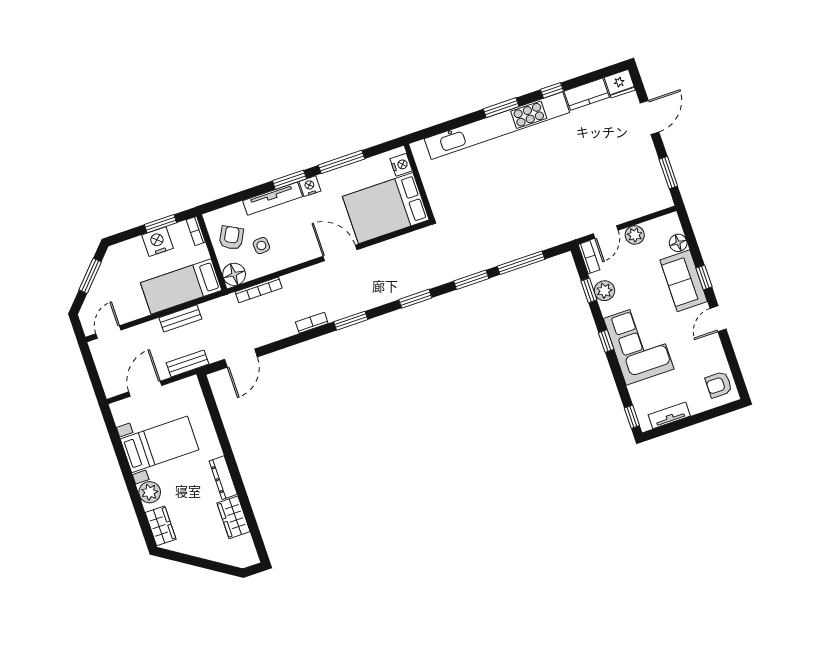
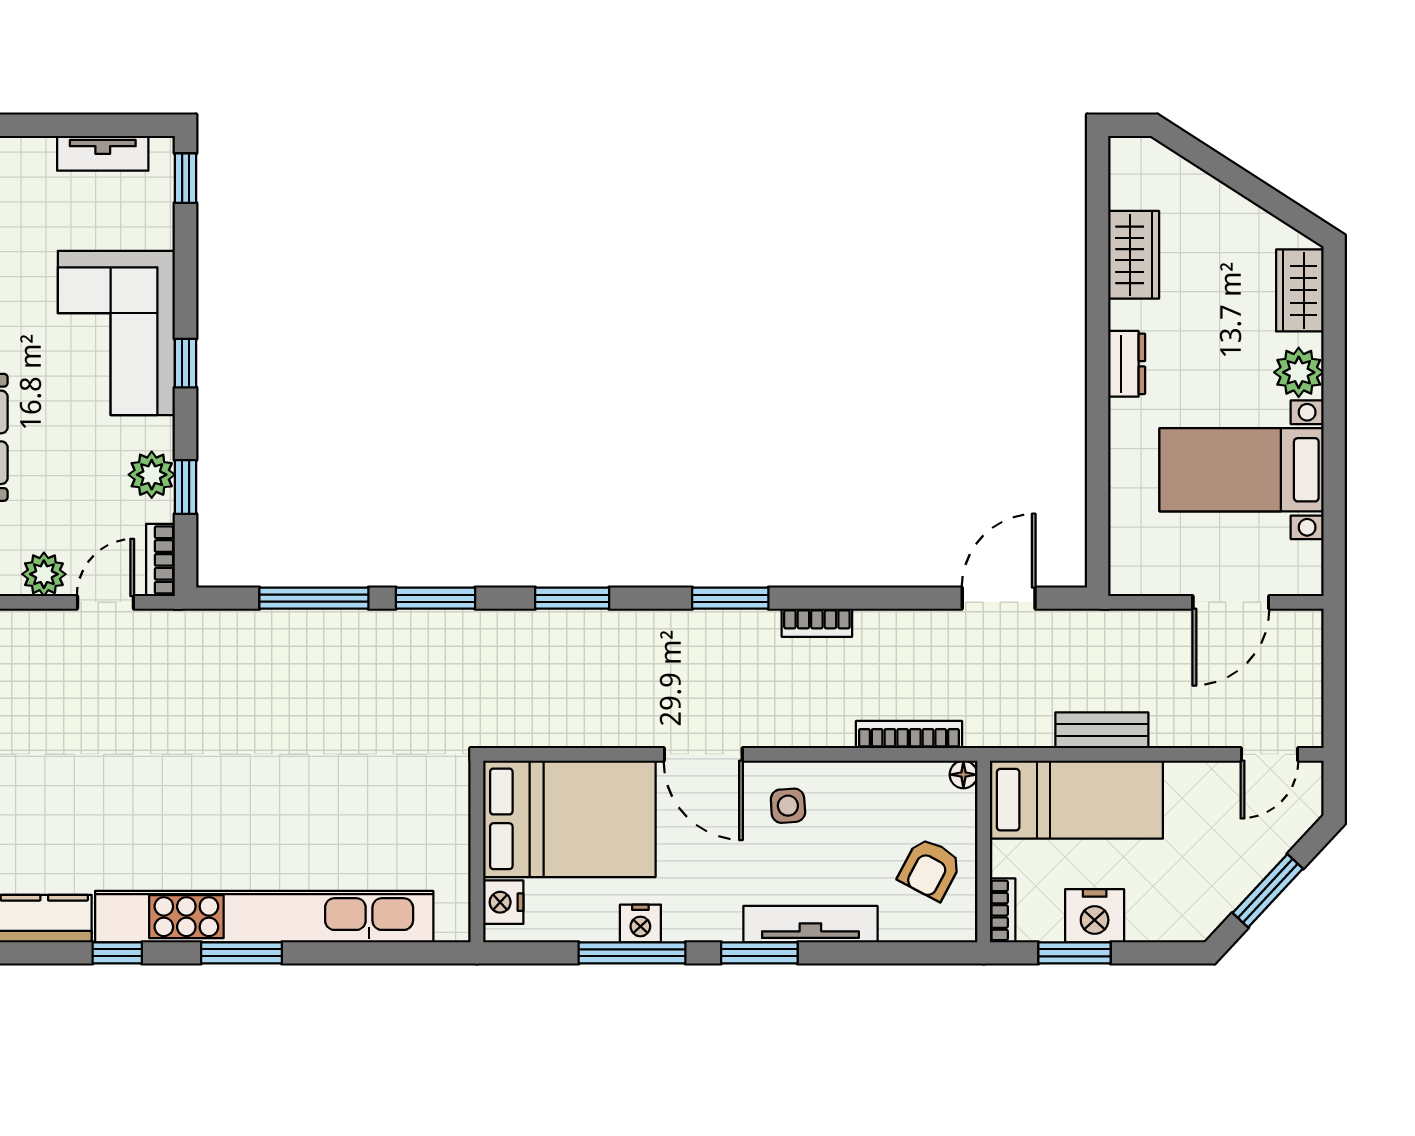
nightstand: (310, 186) -> (640, 923), moved
side table: (261, 246) -> (788, 806), moved
floor lamp: (234, 274) -> (963, 775), width x0.53, depth x0.53
bench: (187, 363) -> (1120, 626), removed
dresser: (223, 478) -> (1127, 364), width x0.70

